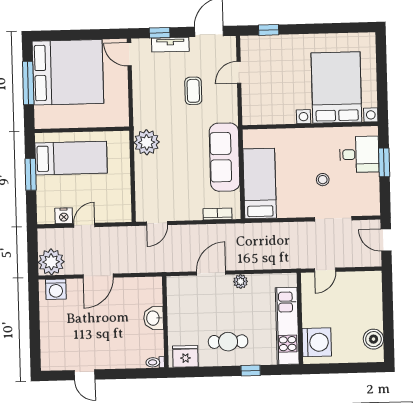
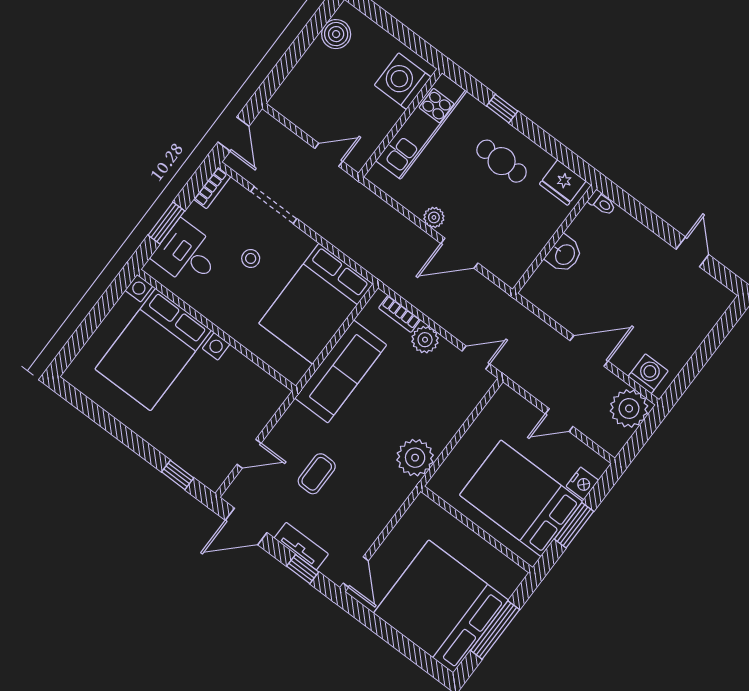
bed: (71, 158) -> (521, 498), width x1.50
bed: (260, 184) -> (316, 304), width x1.50
bookcase: (374, 201) -> (212, 188), added
plant: (192, 211) -> (425, 340), added
nightstand: (64, 216) -> (582, 483), moved, turned 90

